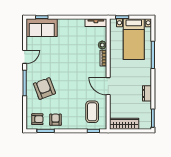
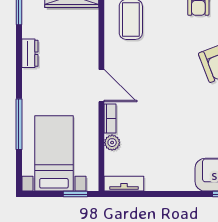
door: (108, 86) -> (101, 86), moved

